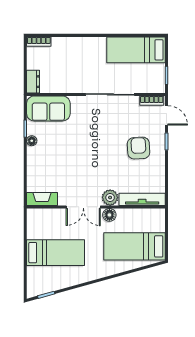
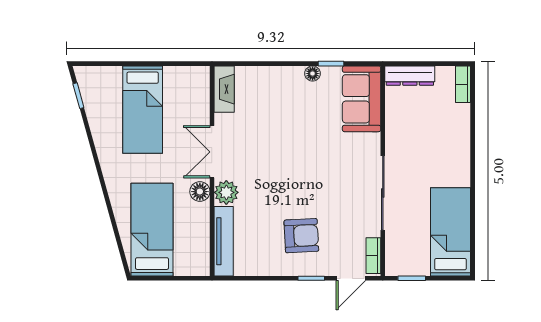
dresser: (33, 82) -> (410, 76), width x1.44

